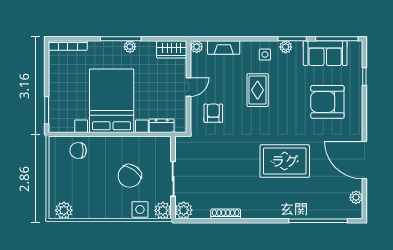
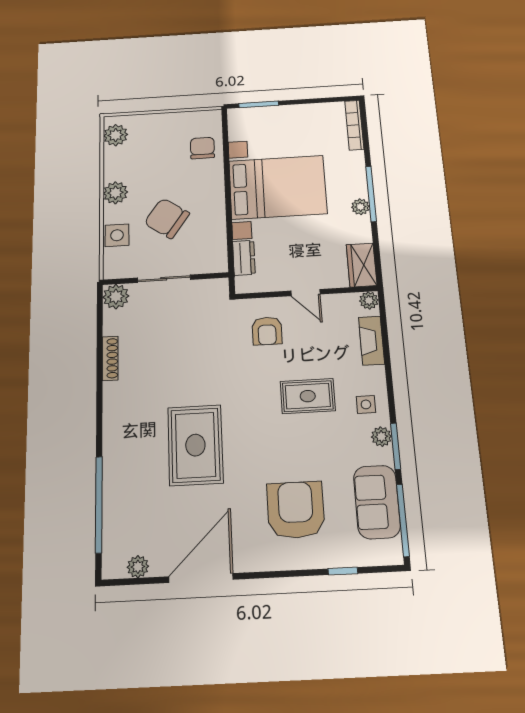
armchair: (213, 113) -> (267, 331), turned 90
plant: (163, 210) -> (115, 193), moved

